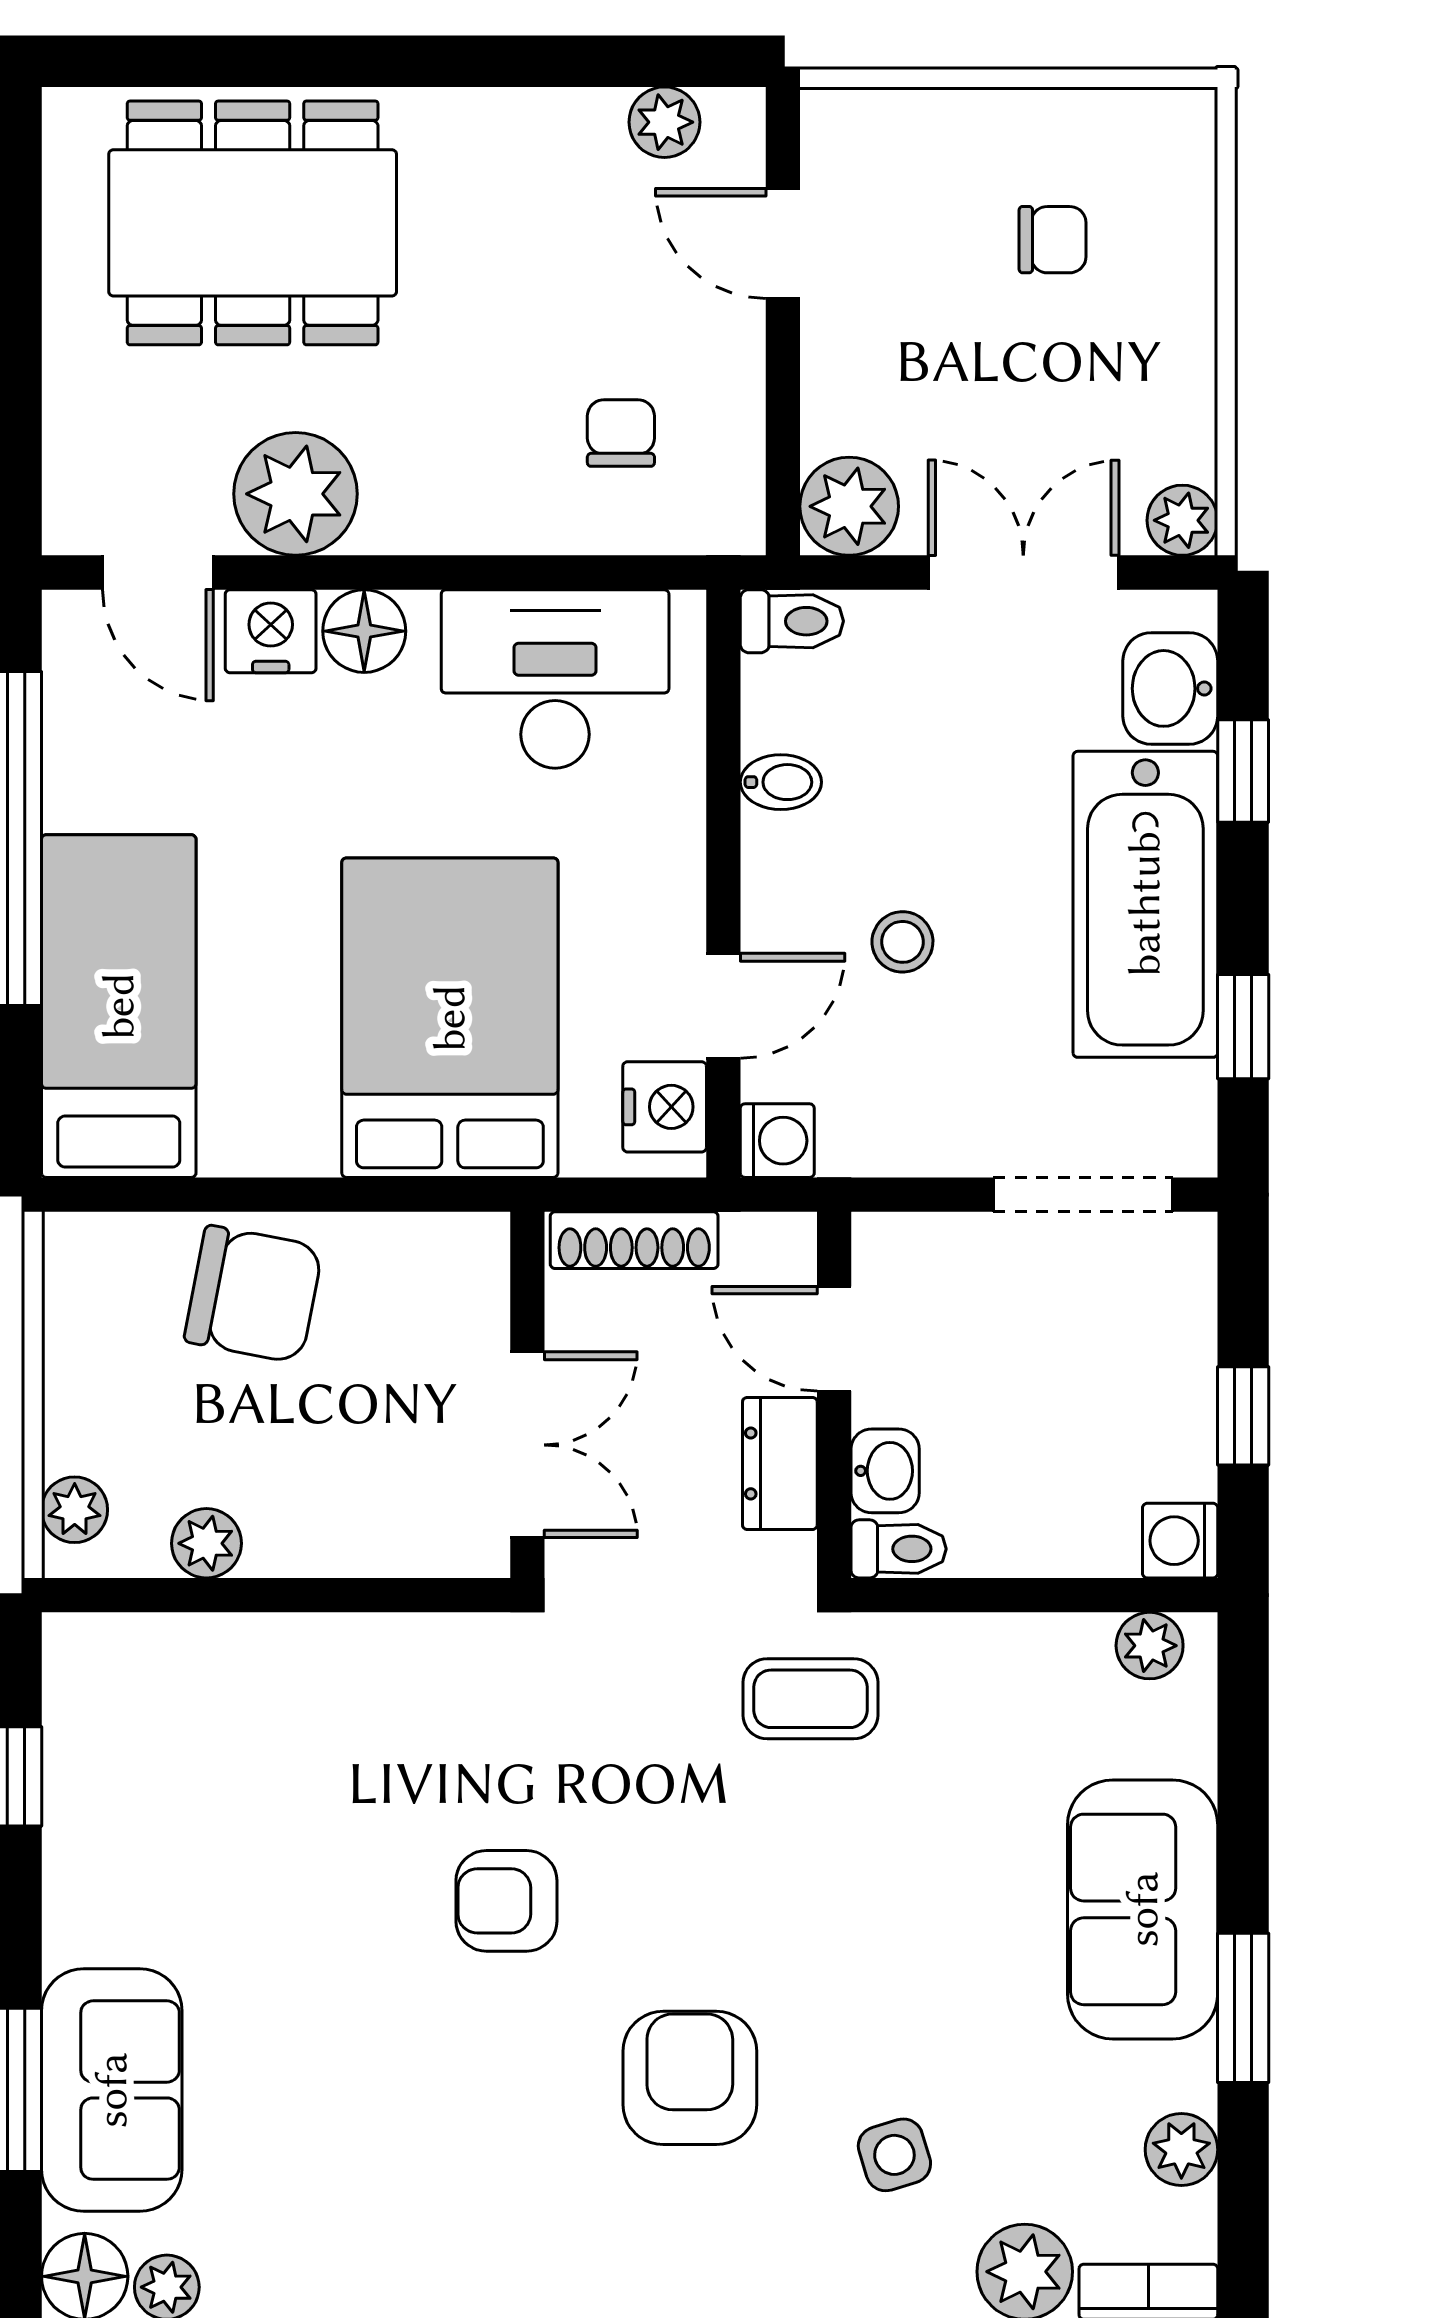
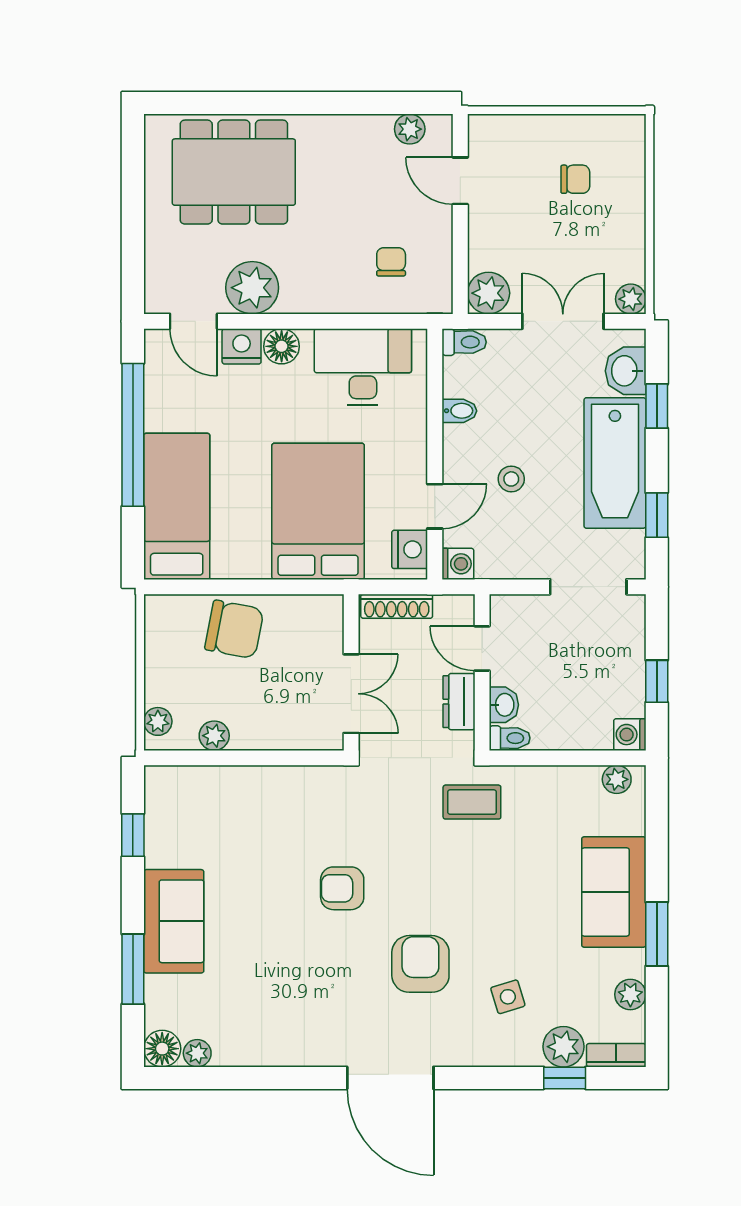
sofa: (112, 2090) -> (174, 921), moved

